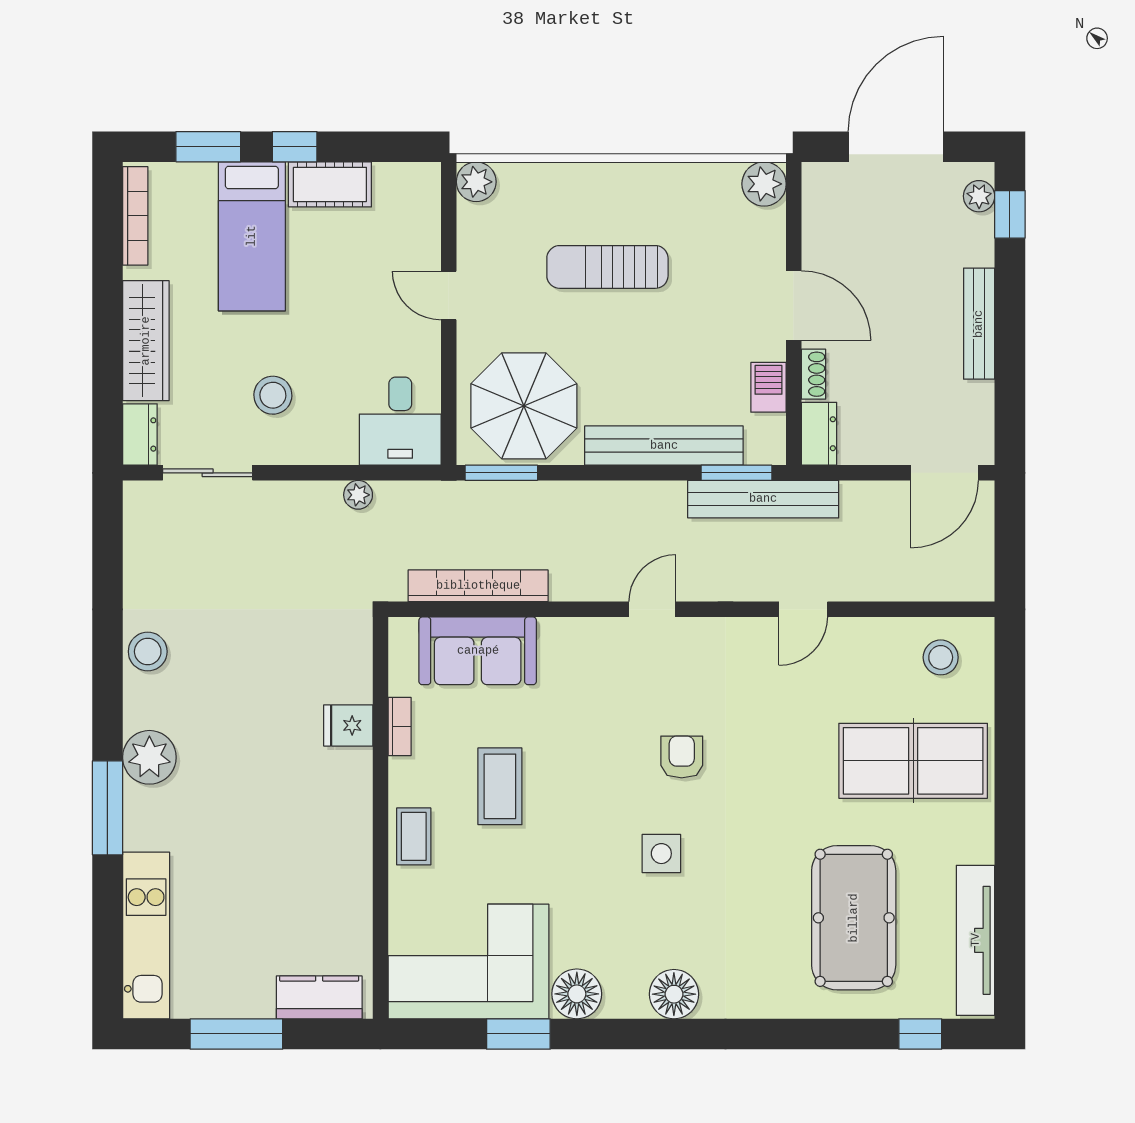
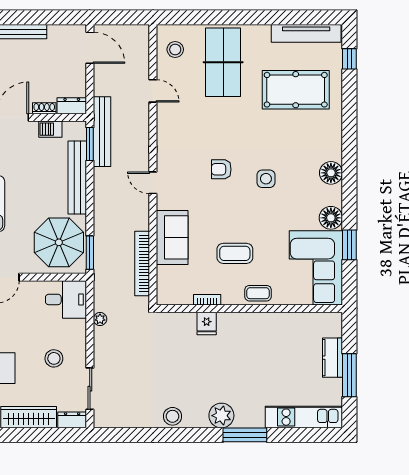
door: (803, 609) -> (153, 91), moved
sofa: (478, 651) -> (172, 237), moved
kitchen counter: (319, 997) -> (332, 358), moved

